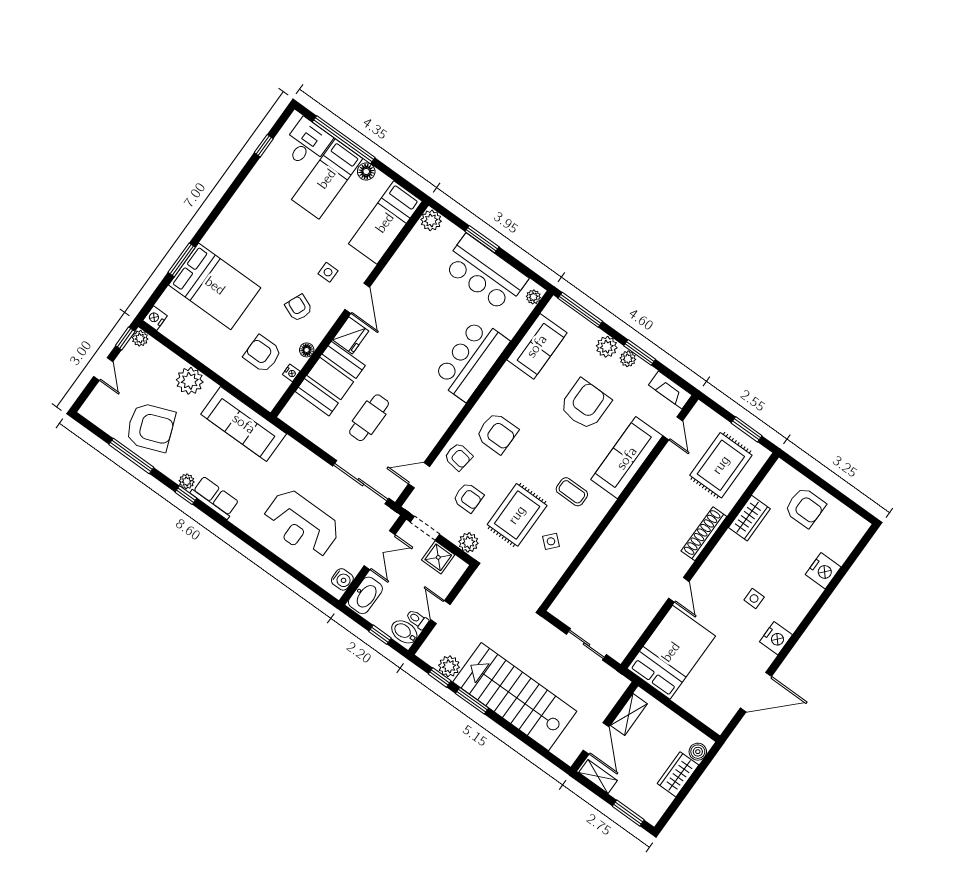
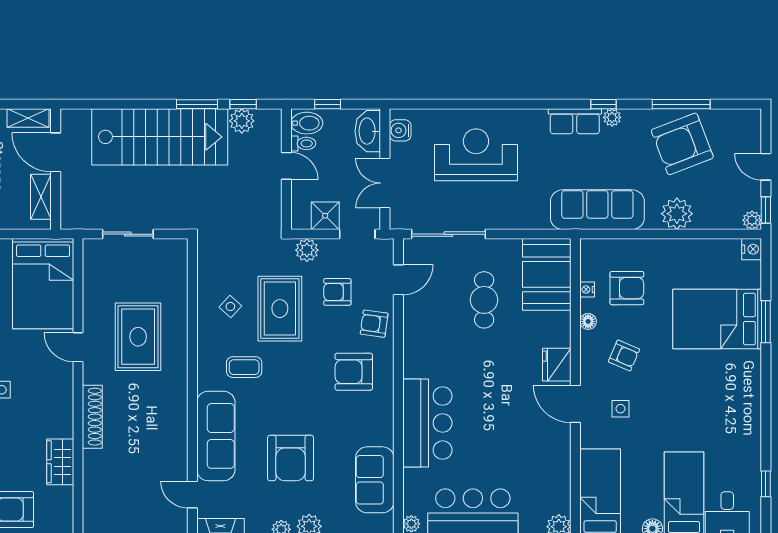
booth: (330, 379) -> (547, 274), moved
rug: (721, 465) -> (138, 337), moved

